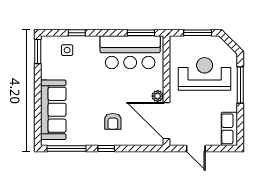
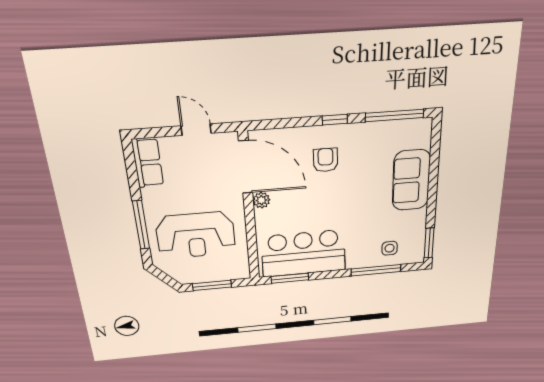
window: (77, 33) -> (376, 270), width x2.17
sofa: (53, 110) -> (411, 180), width x0.73

